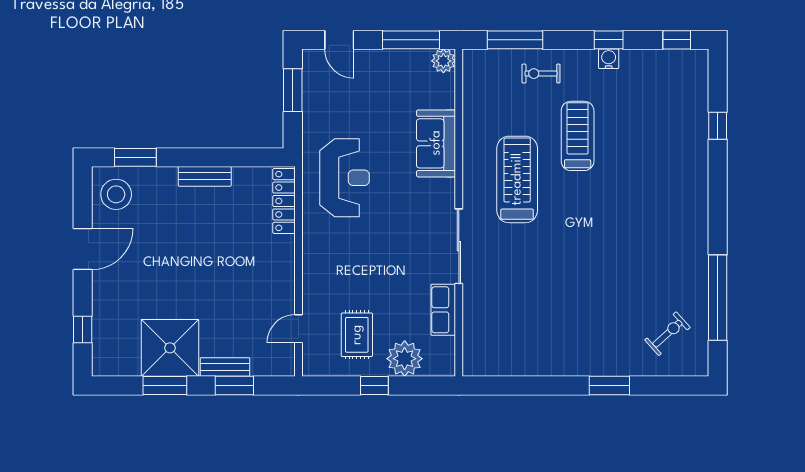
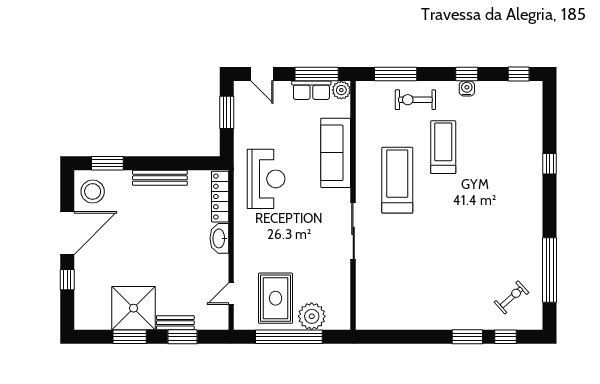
exercise bike: (541, 74) -> (415, 100), width x1.38, depth x1.39
window: (718, 126) -> (550, 164), moved
sofa: (436, 143) -> (336, 153), width x1.36
bench: (205, 176) -> (160, 178), width x1.36
door: (83, 249) -> (67, 233), width x1.36
washbasin: (283, 256) -> (219, 238), added
row of seats: (443, 310) -> (311, 90), moved, turned -90
window: (83, 329) -> (67, 280), moved
rug: (357, 335) -> (276, 298), width x1.36, depth x1.43
window: (374, 386) -> (289, 337), width x3.17
window: (659, 386) -> (505, 337), added

